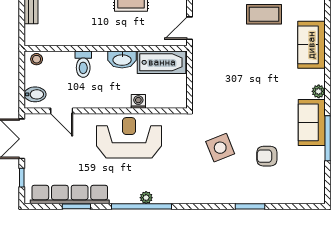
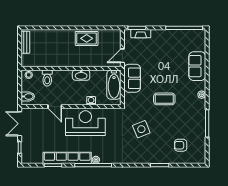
coffee table: (264, 14) -> (164, 99), moved
bathtub: (162, 62) -> (114, 85), moved, turned 90
toilet: (83, 64) -> (47, 78), moved
door: (62, 111) -> (55, 107), moved
sofa: (312, 122) -> (132, 78), moved, turned 180
armchair: (267, 156) -> (181, 145), moved
row of seats: (70, 195) -> (67, 158), moved

